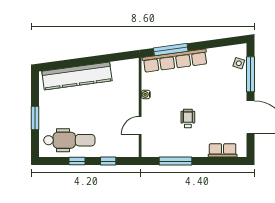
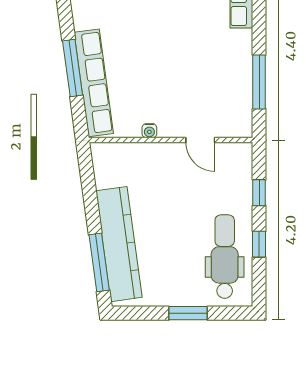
window: (171, 50) -> (73, 68), moved
window: (66, 64) -> (99, 262), added
wheelchair: (188, 119) -> (189, 62), removed

